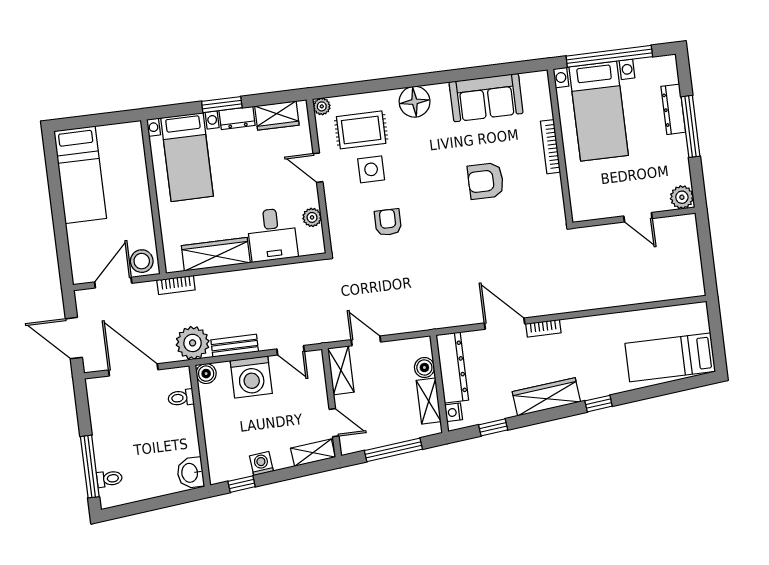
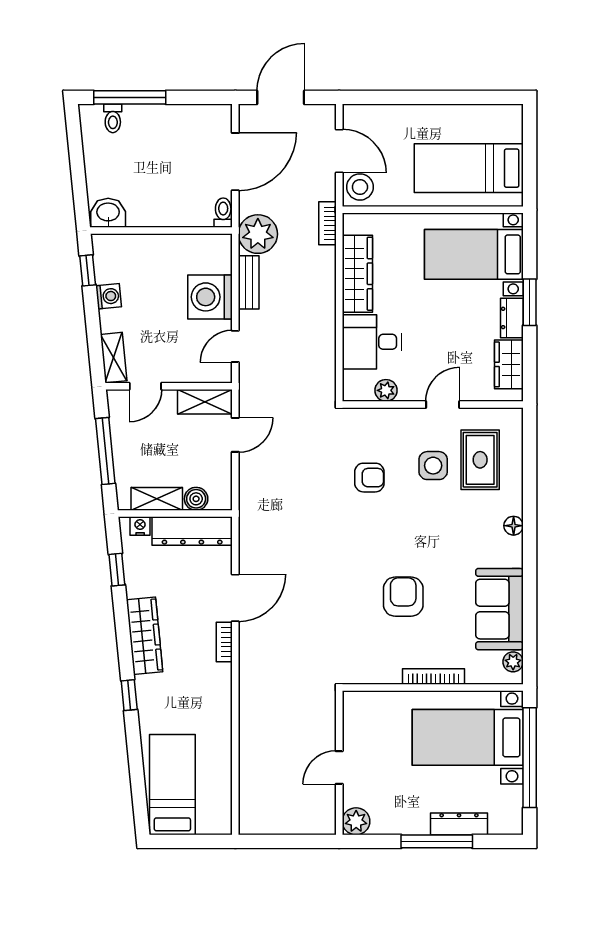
floor lamp: (415, 102) -> (514, 526), width x0.53, depth x0.53
plant: (322, 106) -> (513, 662), moved
bed: (80, 175) -> (469, 168), moved
boiler: (206, 374) -> (221, 245), removed
toilet: (181, 398) -> (223, 213), moved

